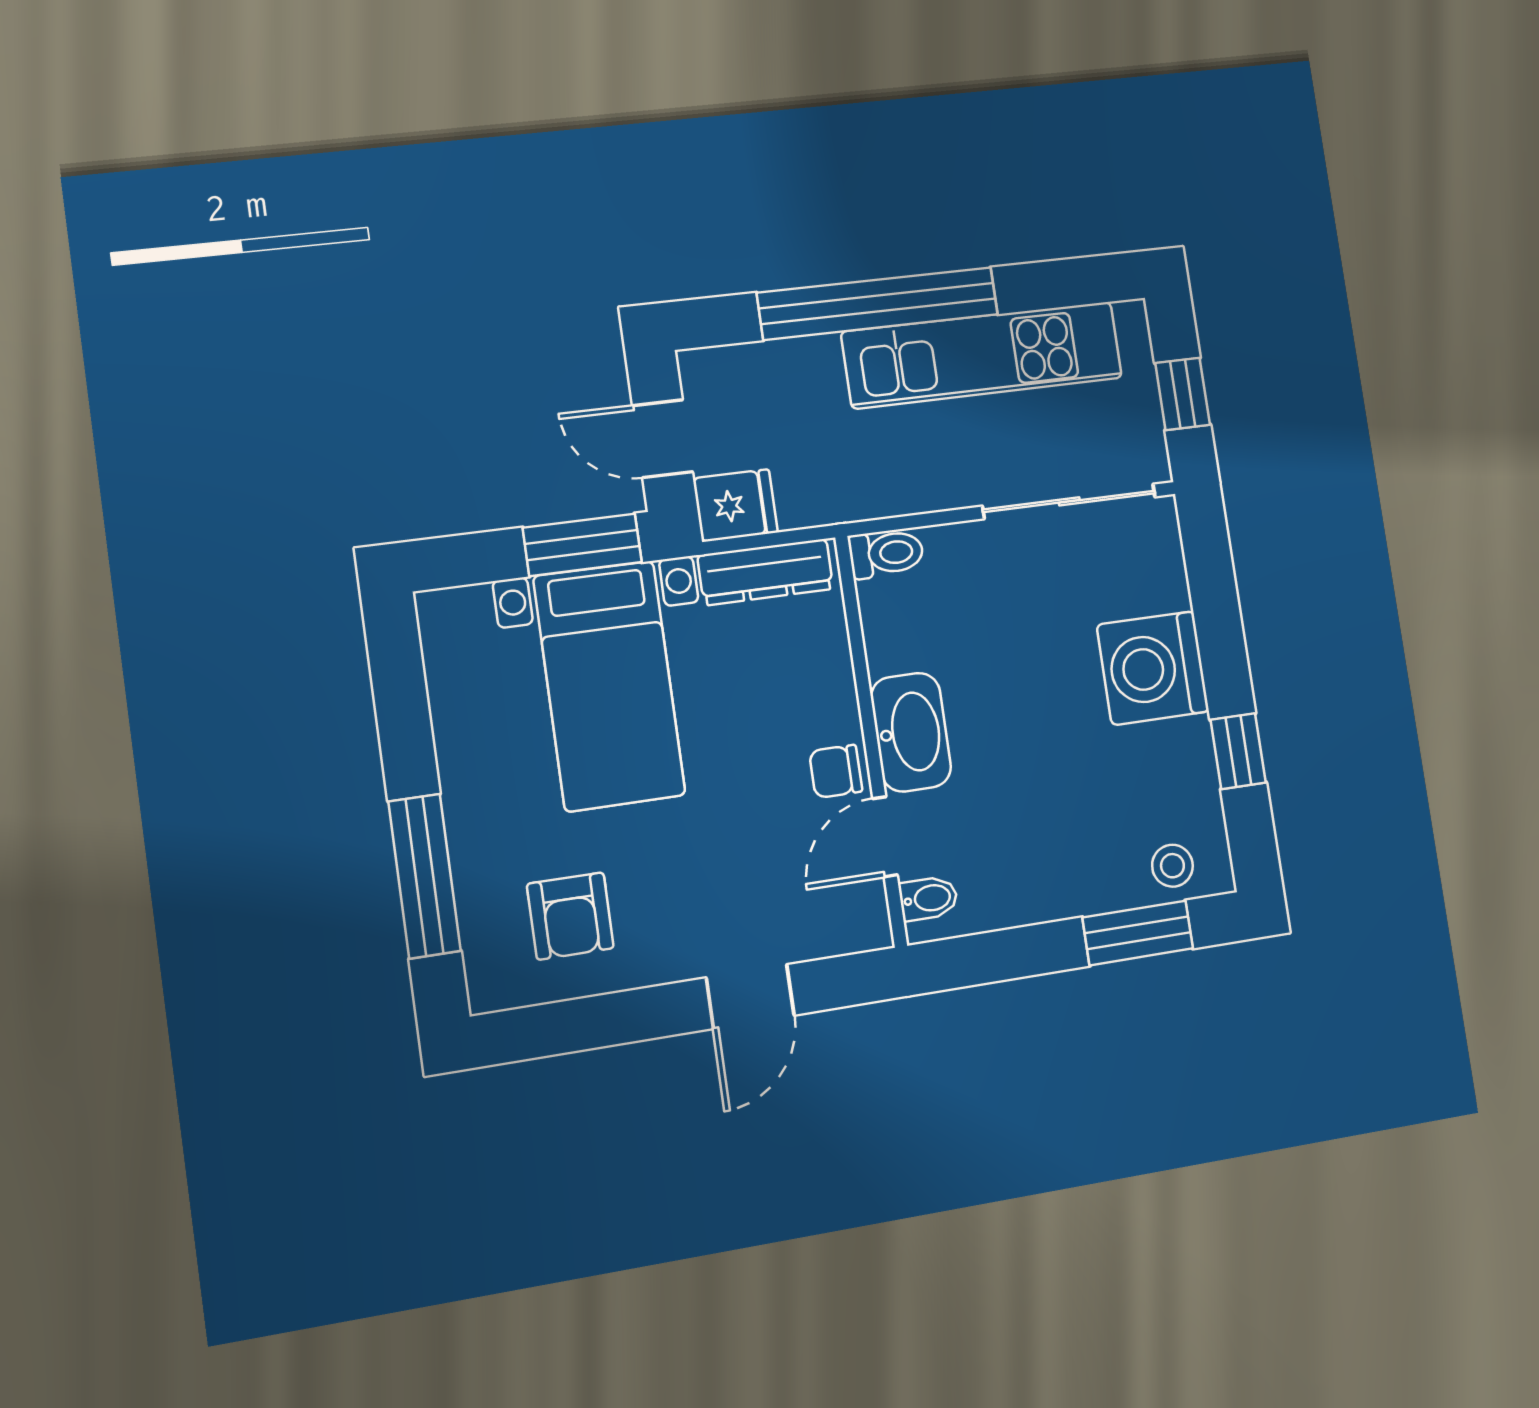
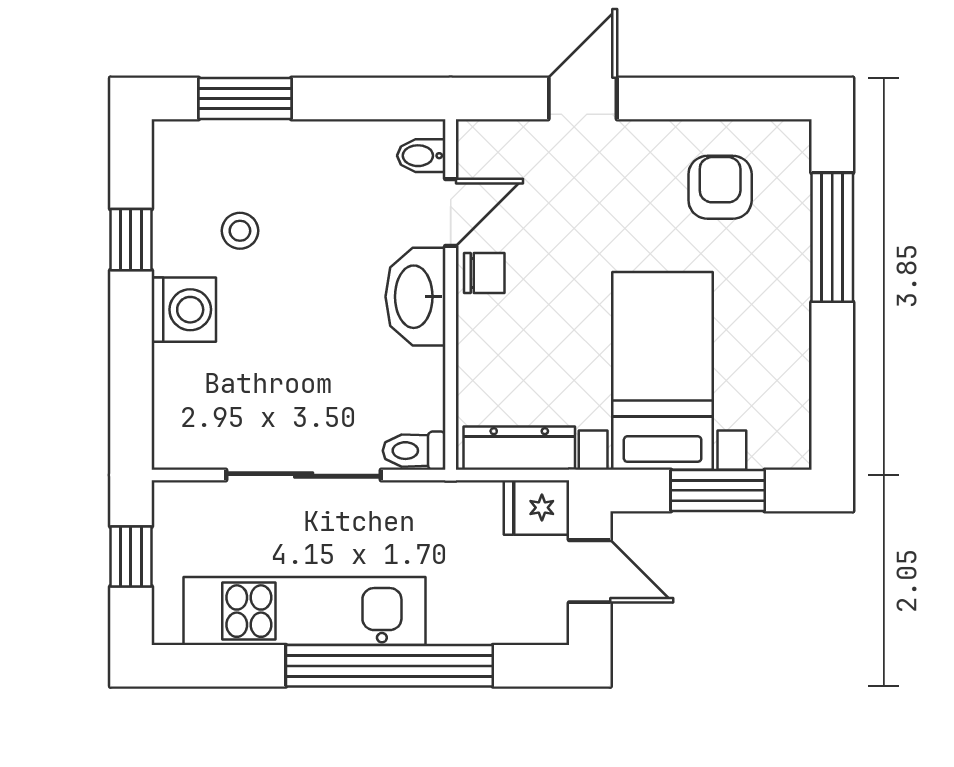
sliding door: (1069, 501) -> (304, 475), moved
window: (582, 545) -> (718, 490), moved
washing machine: (1153, 668) -> (184, 310), width x0.73, depth x0.73
stool: (1172, 866) -> (240, 231), moved

